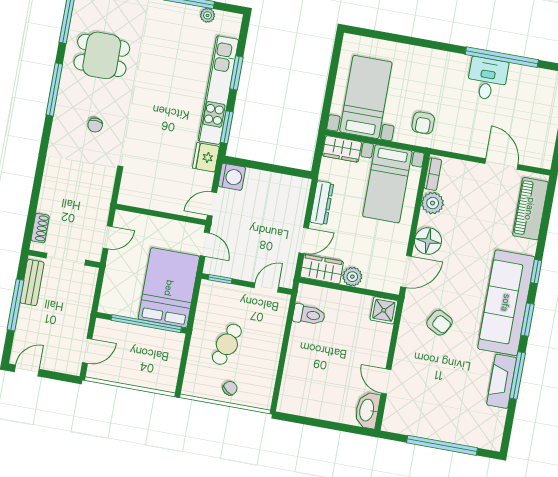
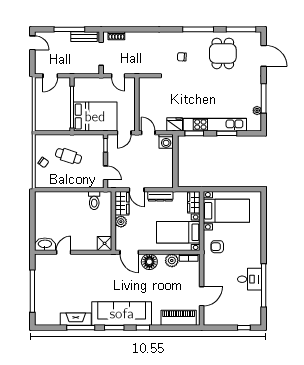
armchair: (440, 323) -> (103, 277), removed
door: (87, 351) -> (50, 76), hinge flipped

